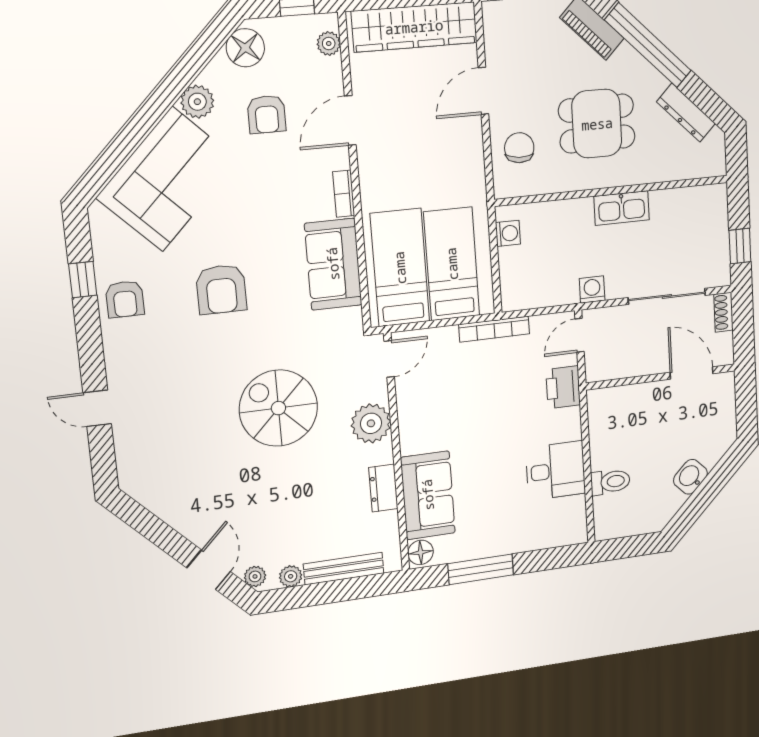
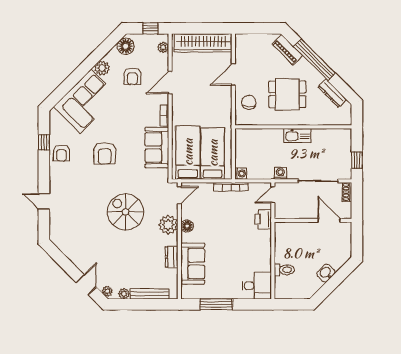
washing machine: (508, 233) -> (241, 174), moved
desk: (556, 471) -> (257, 286), moved
floor lamp: (421, 552) -> (187, 226), moved

